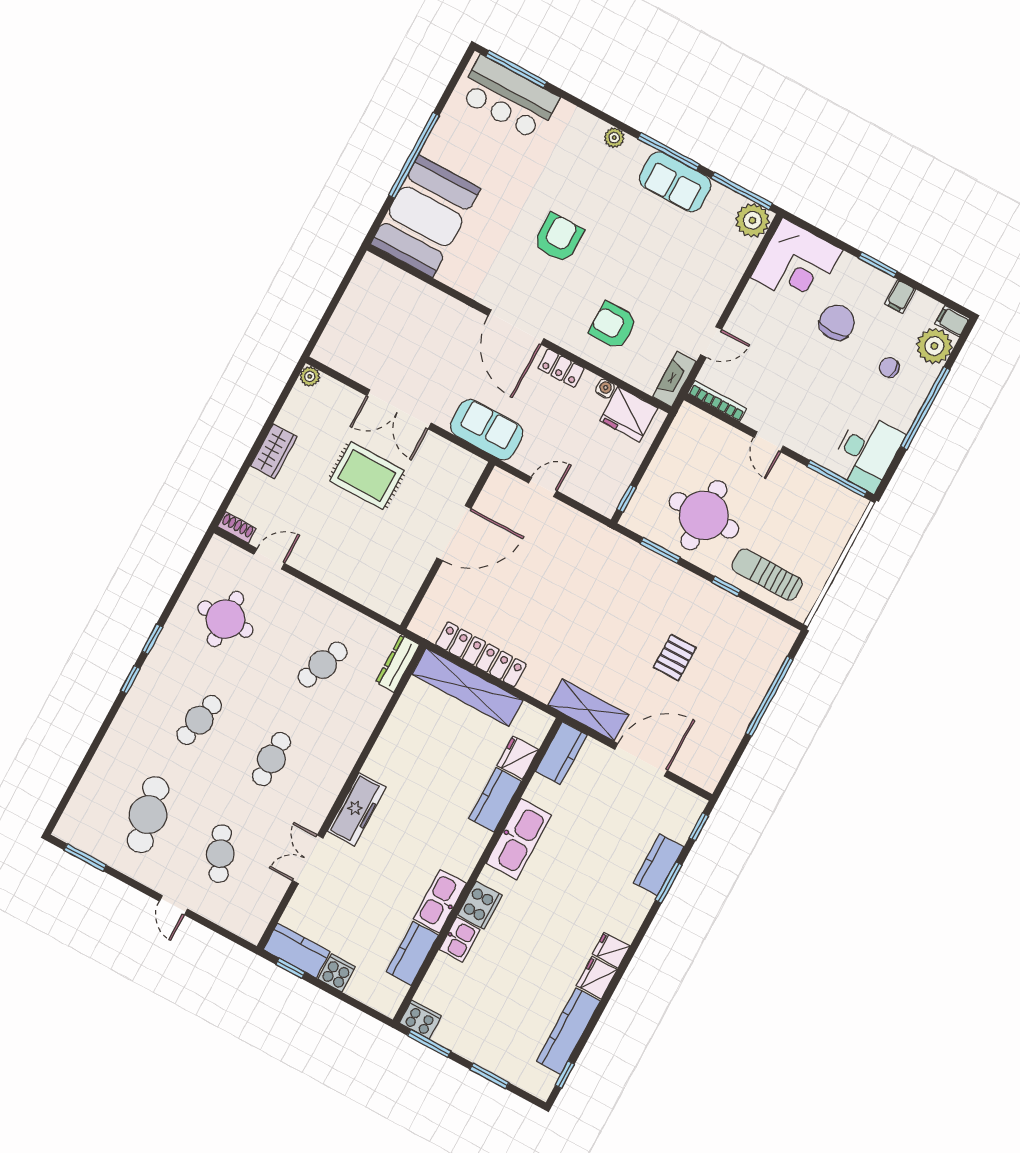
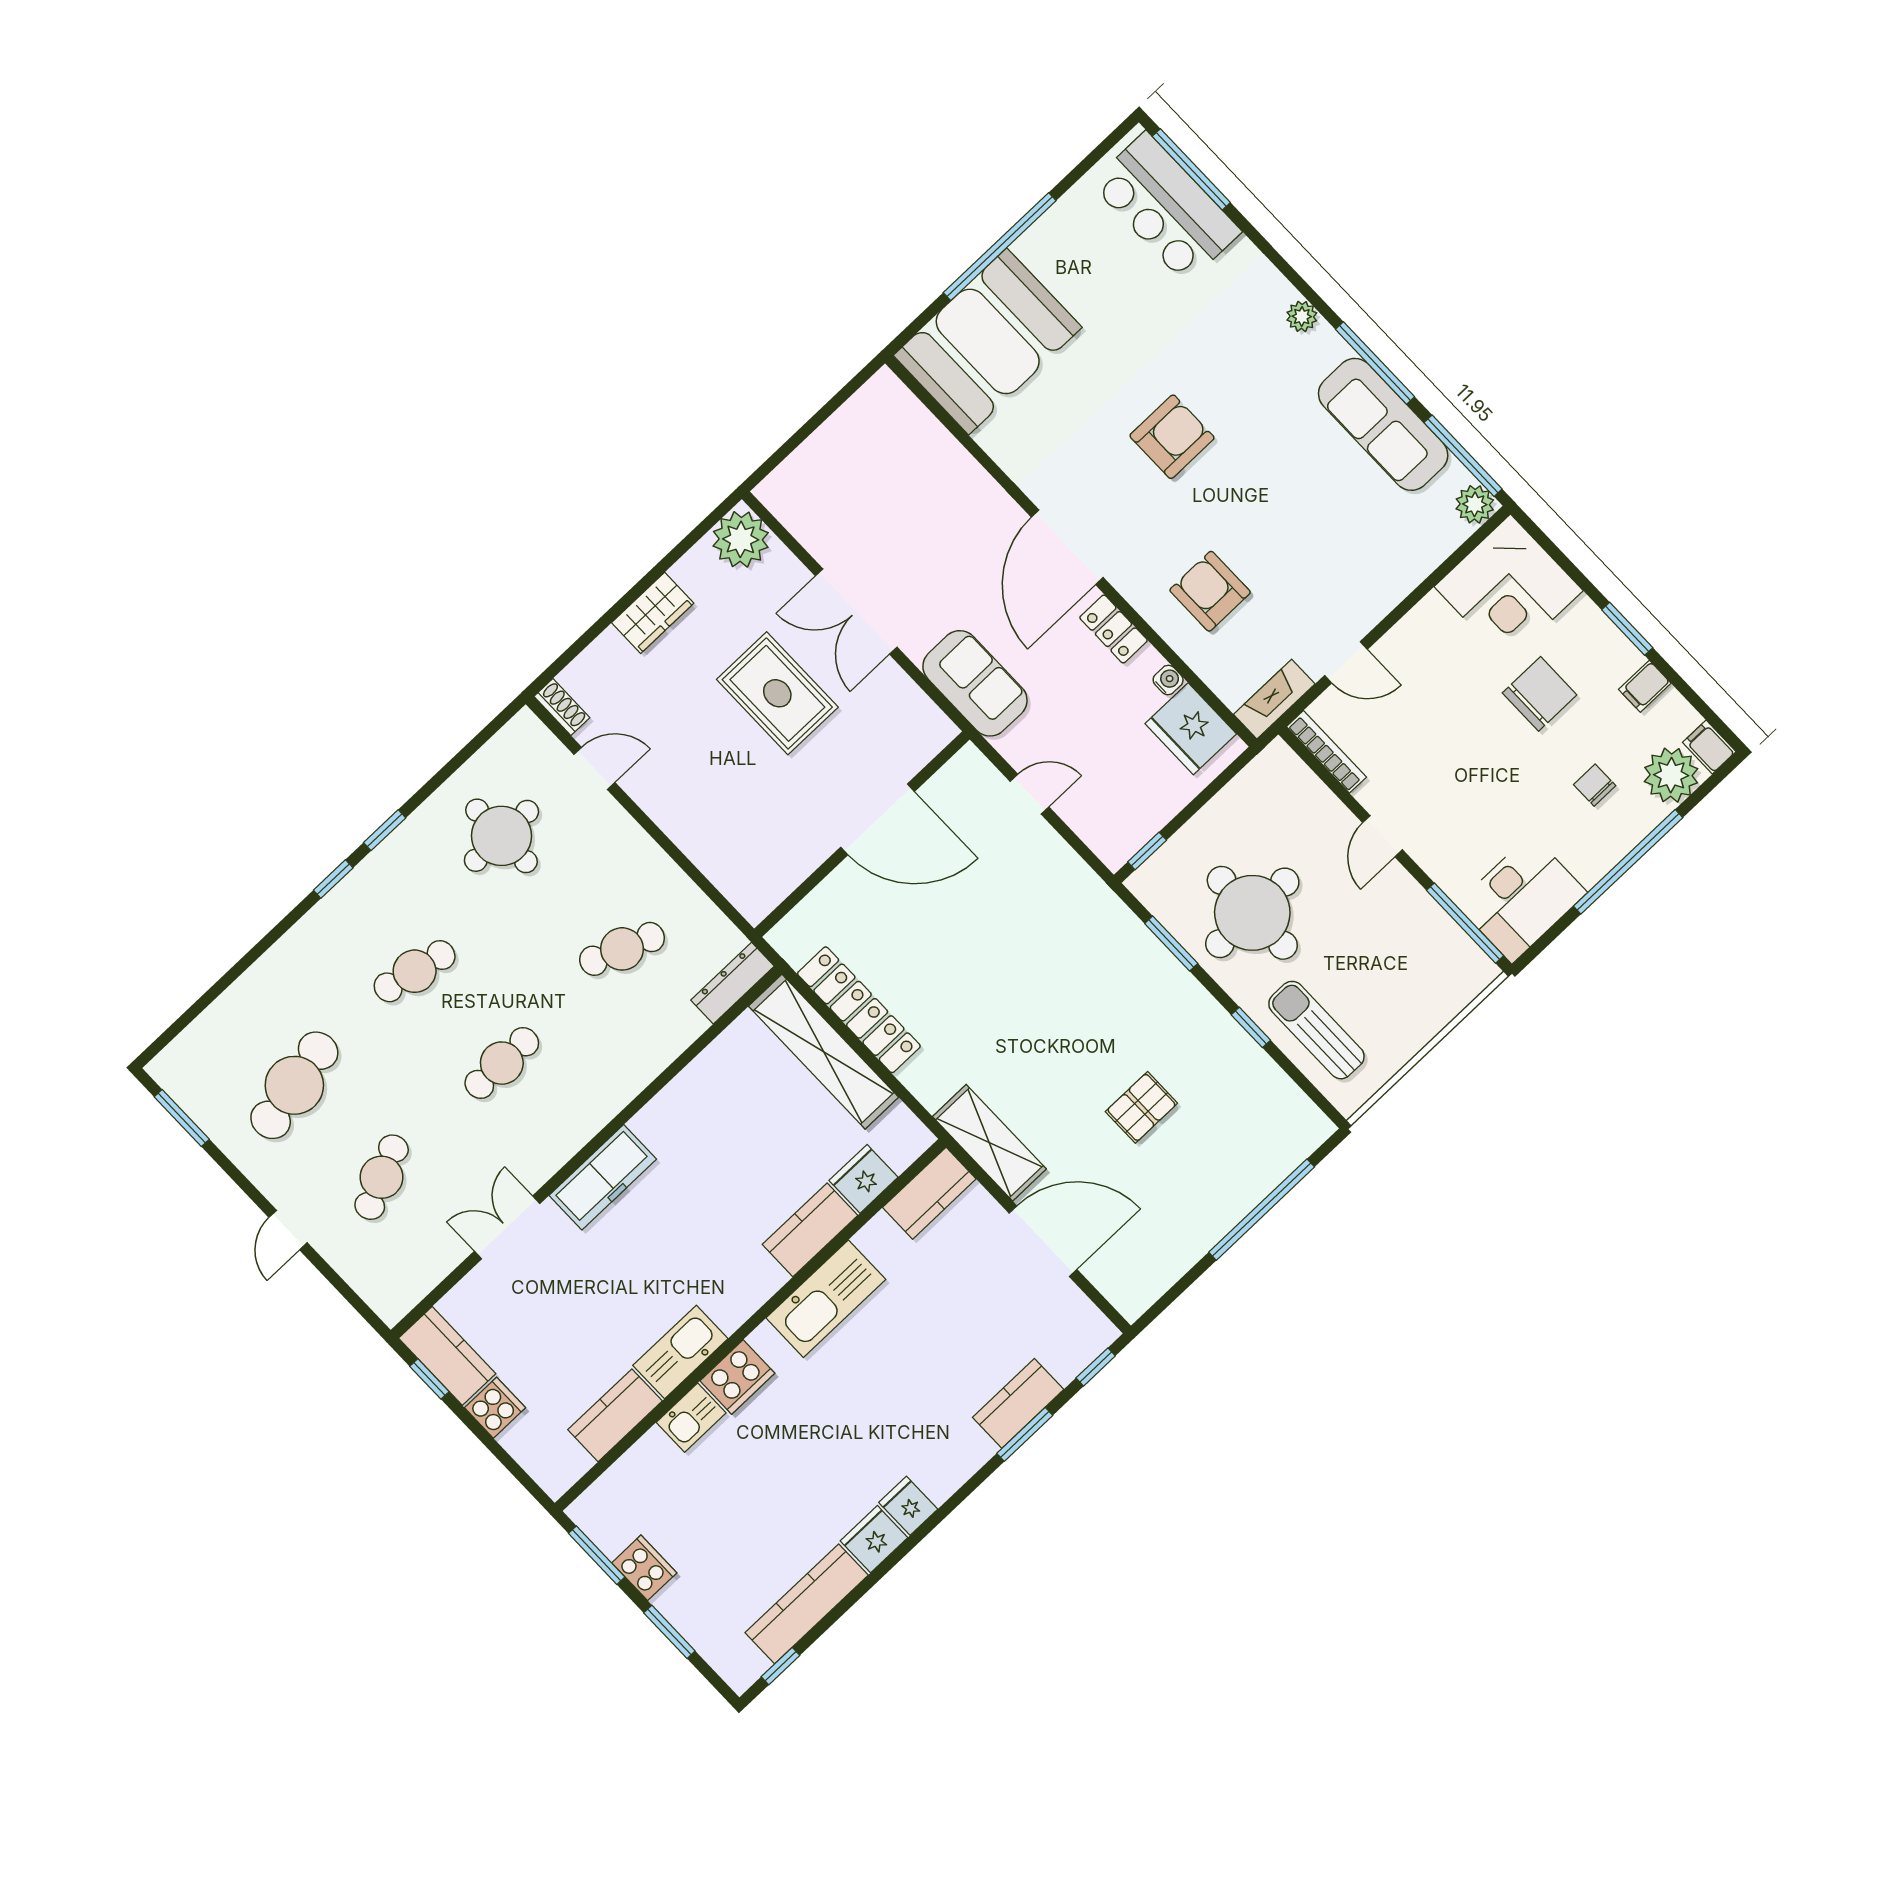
sofa: (675, 182) -> (1383, 424), width x1.36
plant: (753, 220) -> (1475, 504), width x0.73, depth x0.73
plant: (310, 376) -> (741, 539), width x1.88, depth x1.88
cooker: (420, 1020) -> (644, 1568), moved

